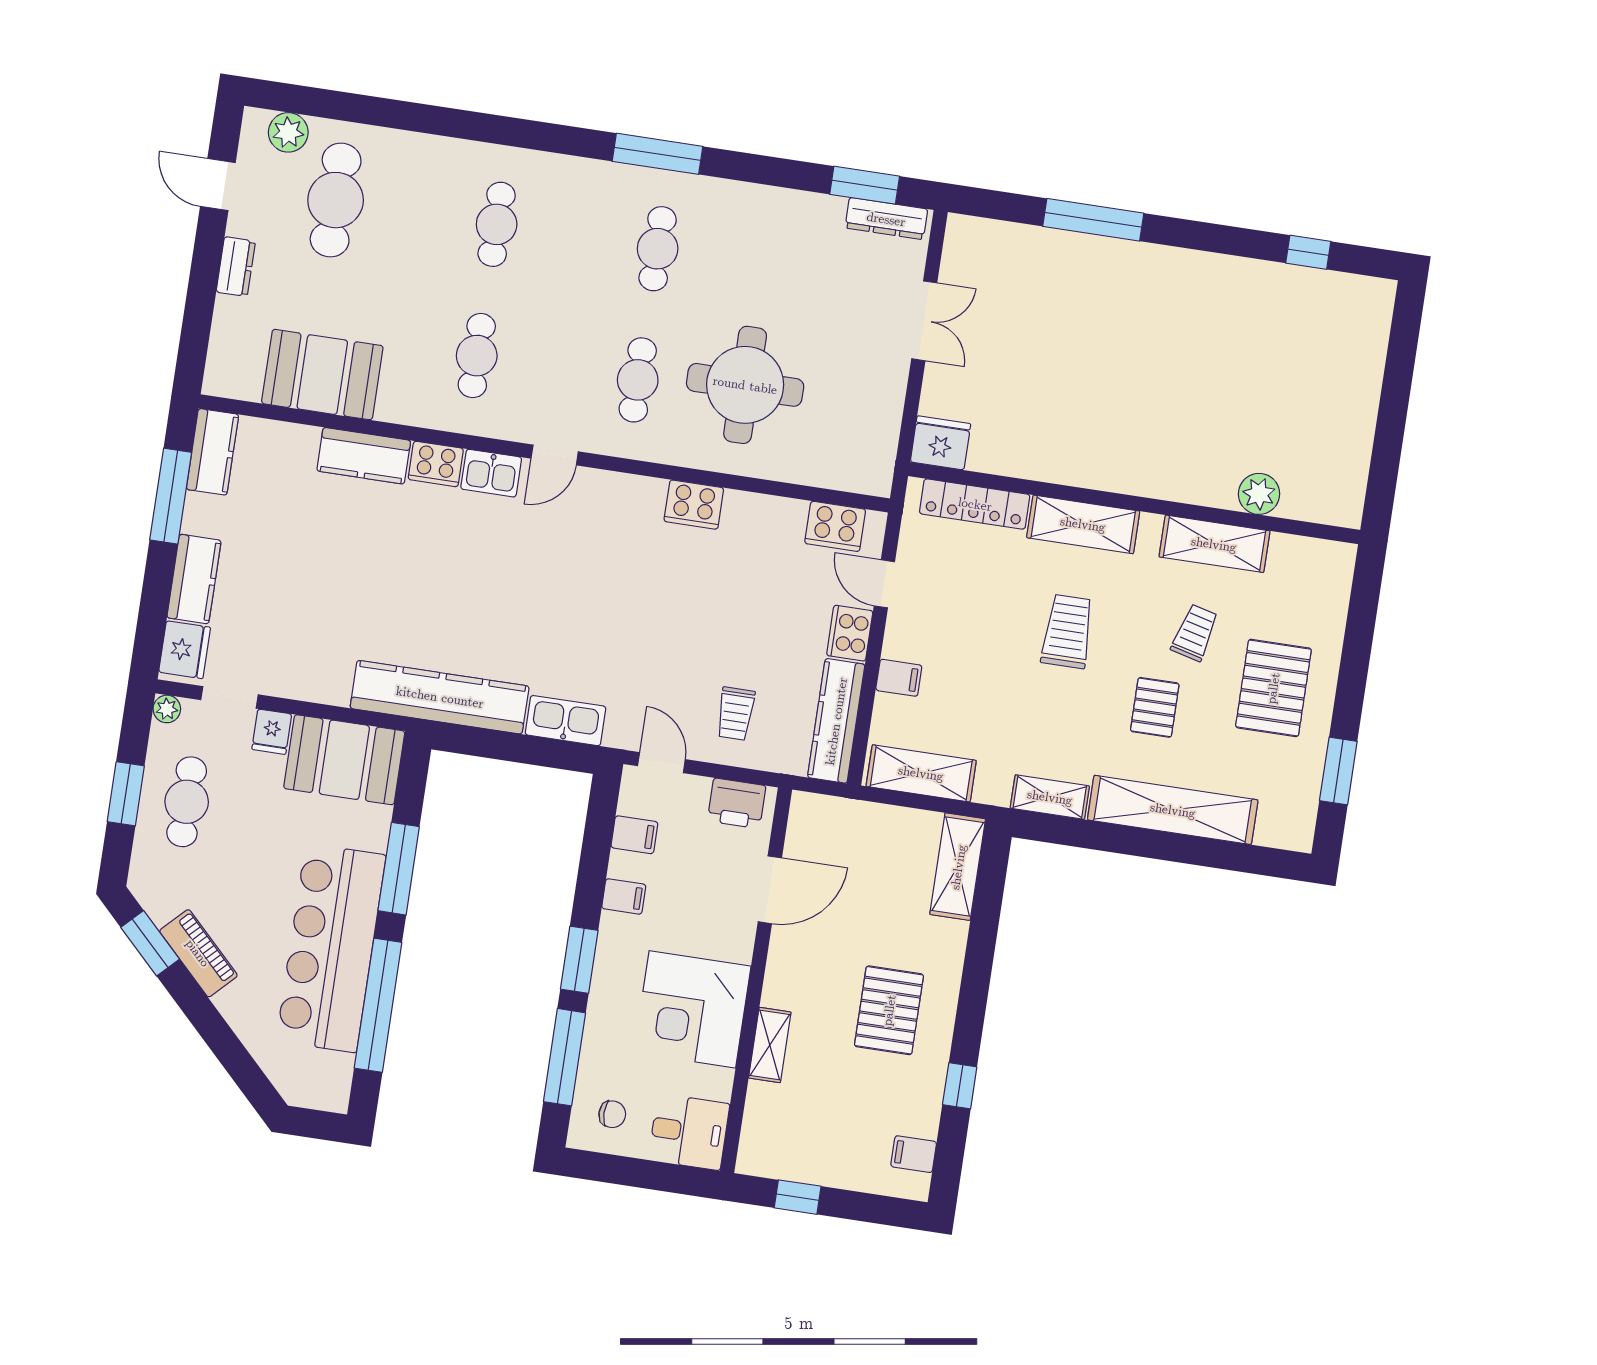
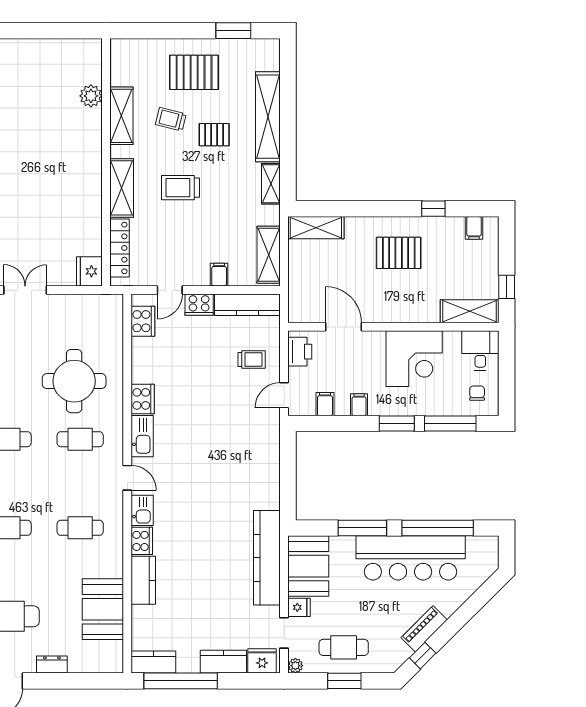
window: (171, 496) -> (181, 681), width x1.46
kitchen counter: (440, 697) -> (267, 558), moved
kitchen sink: (566, 721) -> (142, 436), moved, turned 180
window: (150, 943) -> (423, 656), width x0.67
shelving: (770, 1045) -> (470, 311), moved, width x1.50, depth x1.33

